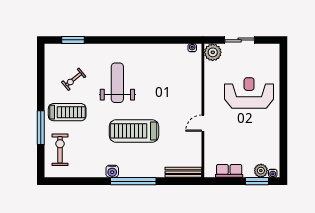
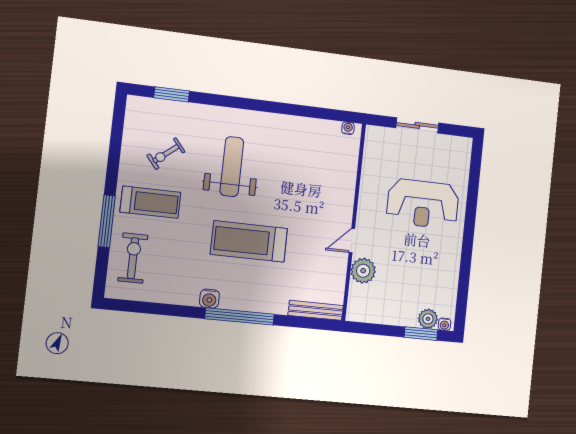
plant: (213, 52) -> (363, 271), moved
reception desk: (249, 93) -> (423, 204), turned 180
row of seats: (229, 171) -> (383, 315), removed

